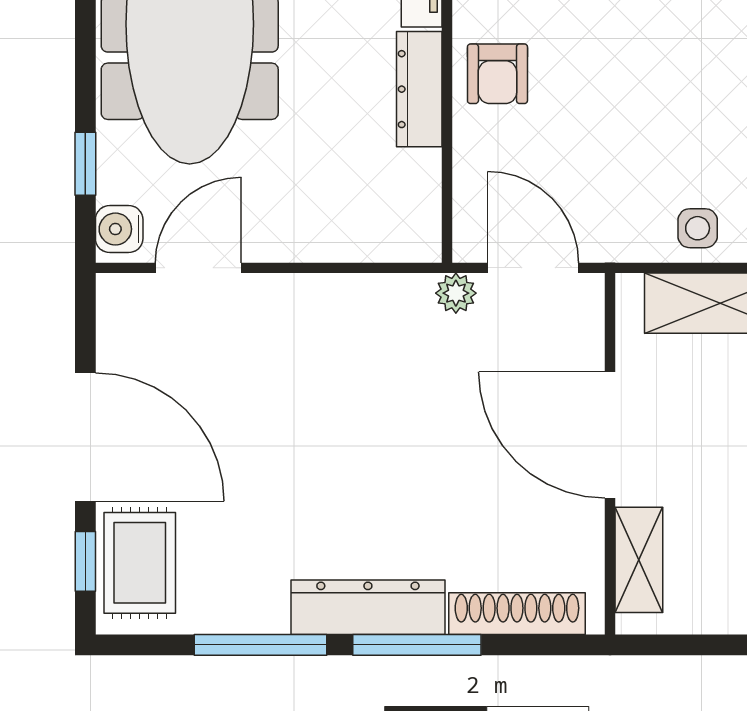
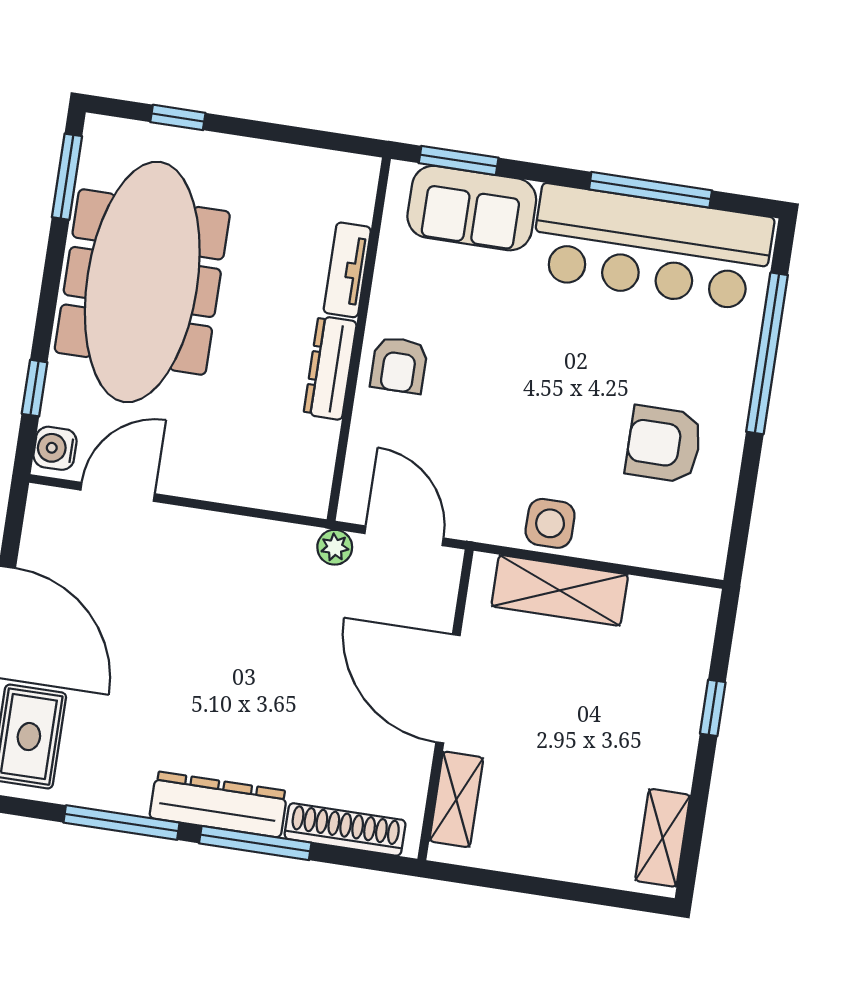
side table: (698, 228) -> (550, 523), width x1.37, depth x1.37

